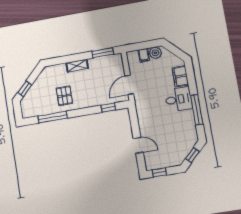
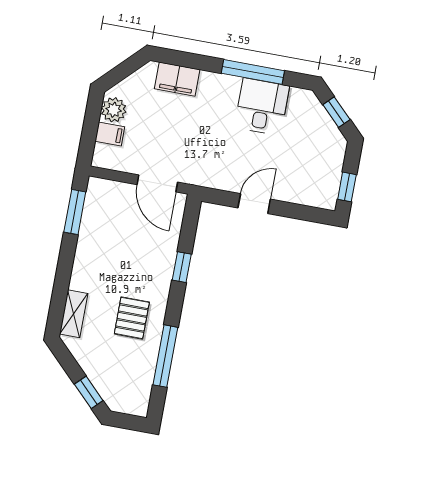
shelving: (77, 66) -> (74, 314), moved
pallet: (64, 96) -> (132, 318), turned 90
desk: (178, 99) -> (262, 107), moved
window: (108, 108) -> (182, 267), moved
door: (138, 145) -> (254, 204), moved

